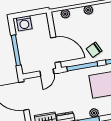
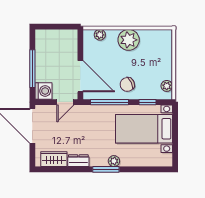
plant: (88, 10) -> (129, 40), width x1.87, depth x1.87
washing machine: (24, 23) -> (43, 91), moved, turned -90

